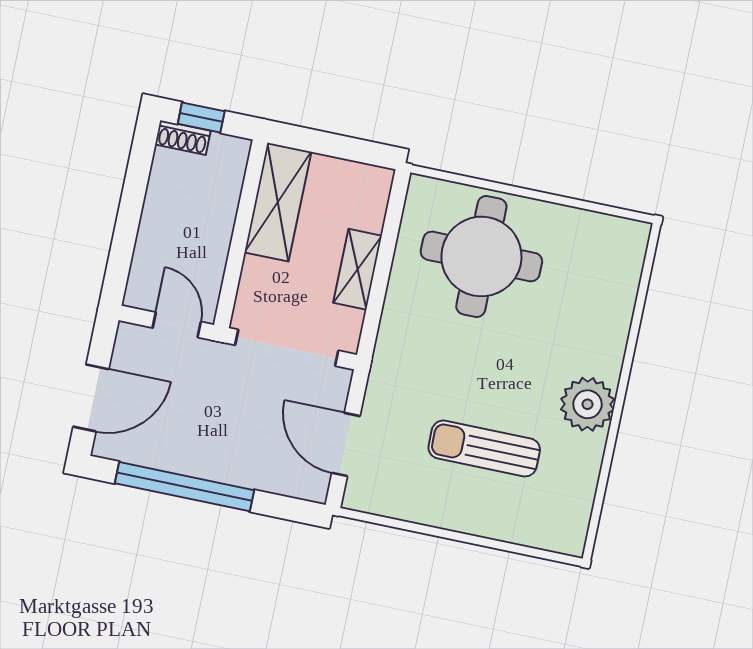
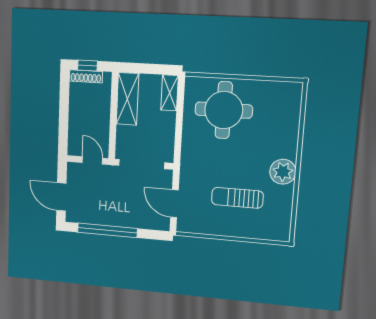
shoe rack: (183, 138) -> (86, 76), width x1.43
shelving: (358, 269) -> (170, 93), moved
door: (91, 398) -> (61, 197), swing flipped

